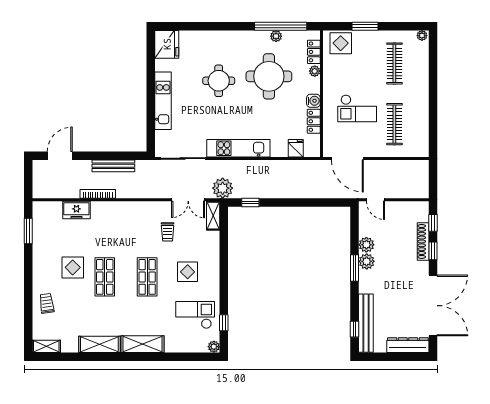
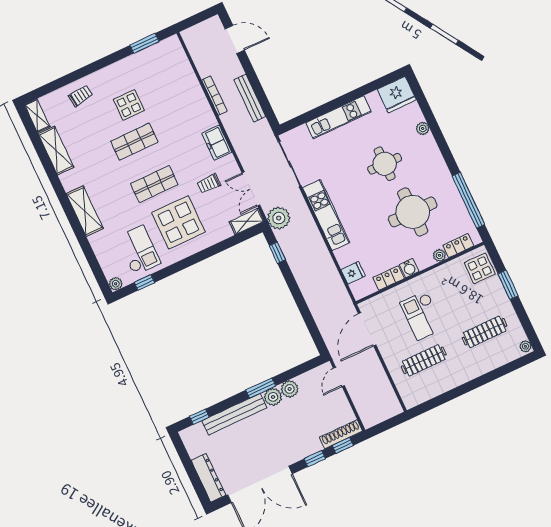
plant: (276, 36) -> (423, 128), moved
freezer: (76, 210) -> (217, 143), moved
shoe rack: (423, 241) -> (341, 434), moved
display table: (188, 272) -> (178, 222), width x1.86, depth x1.86
bench: (366, 323) -> (234, 414), moved
shelving: (99, 344) -> (56, 150), moved

